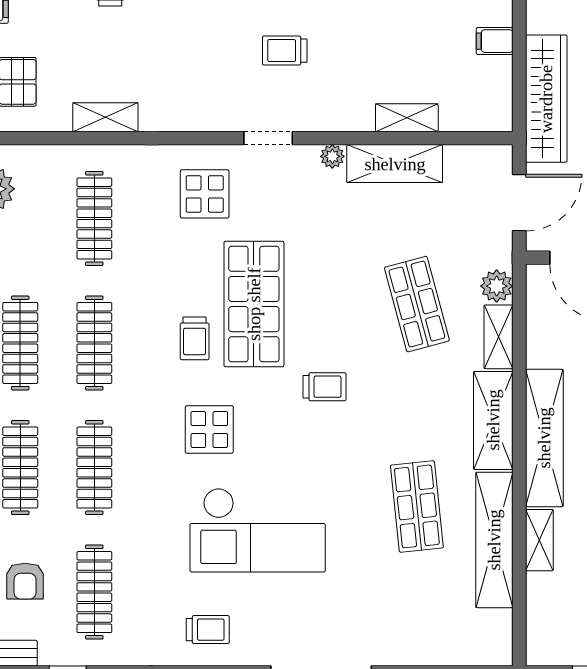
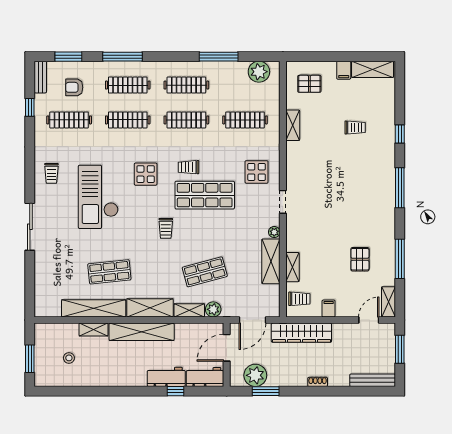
trolley: (285, 51) -> (299, 299), moved, turned 90
door: (519, 203) -> (252, 320), hinge flipped

